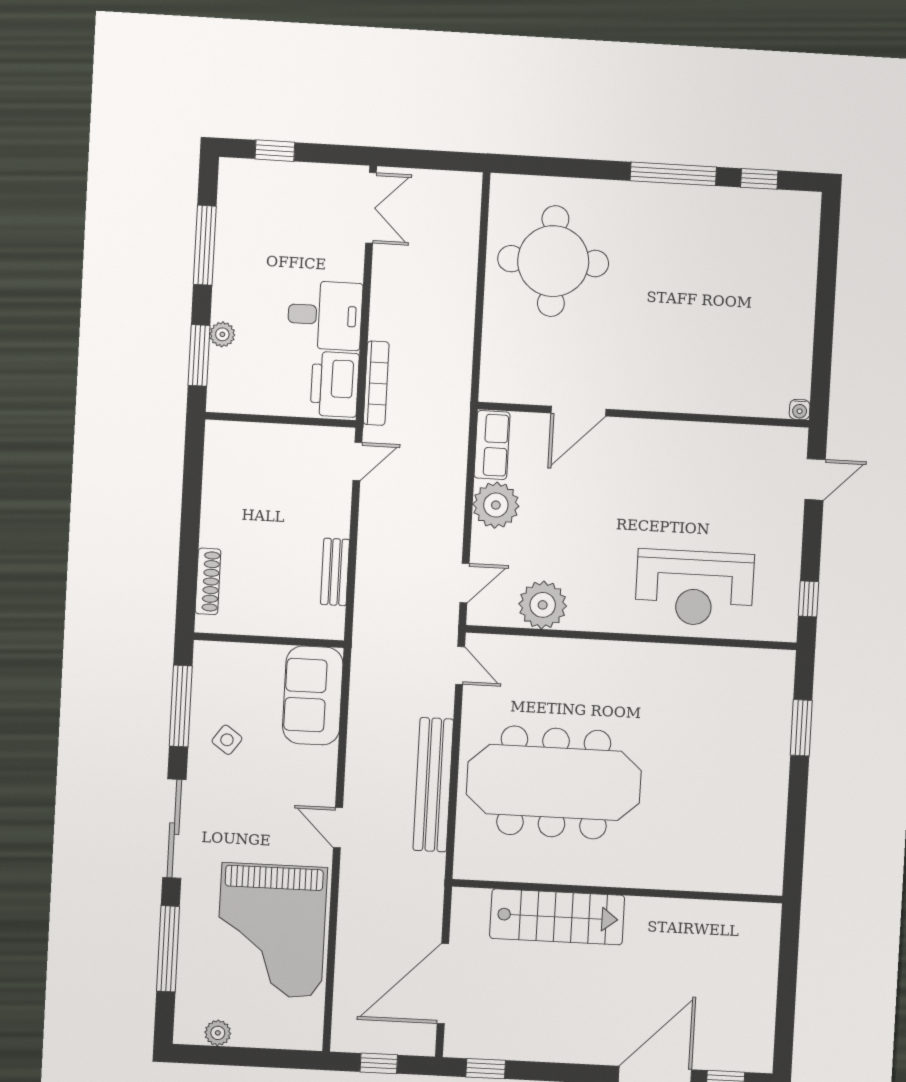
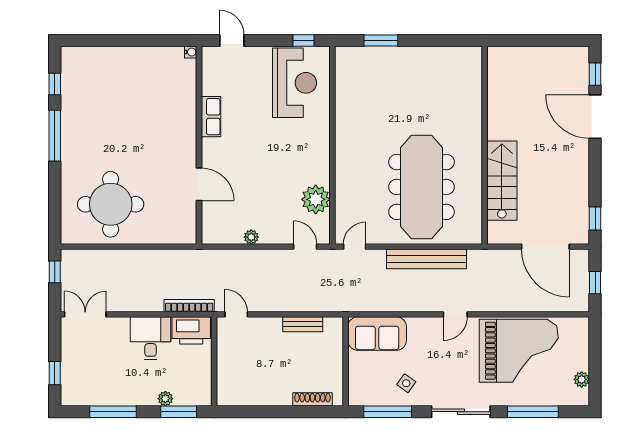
window: (445, 161) -> (55, 272), added
row of seats: (492, 445) -> (211, 117), moved, turned 90
plant: (496, 505) -> (251, 237), width x0.53, depth x0.53
reception desk: (694, 588) -> (294, 83), moved

